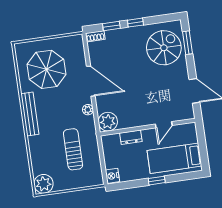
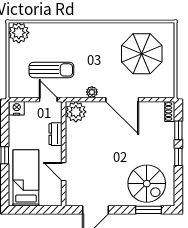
door: (91, 81) -> (122, 100), hinge flipped
bench: (30, 114) -> (96, 29), removed
door: (100, 148) -> (48, 100), added

